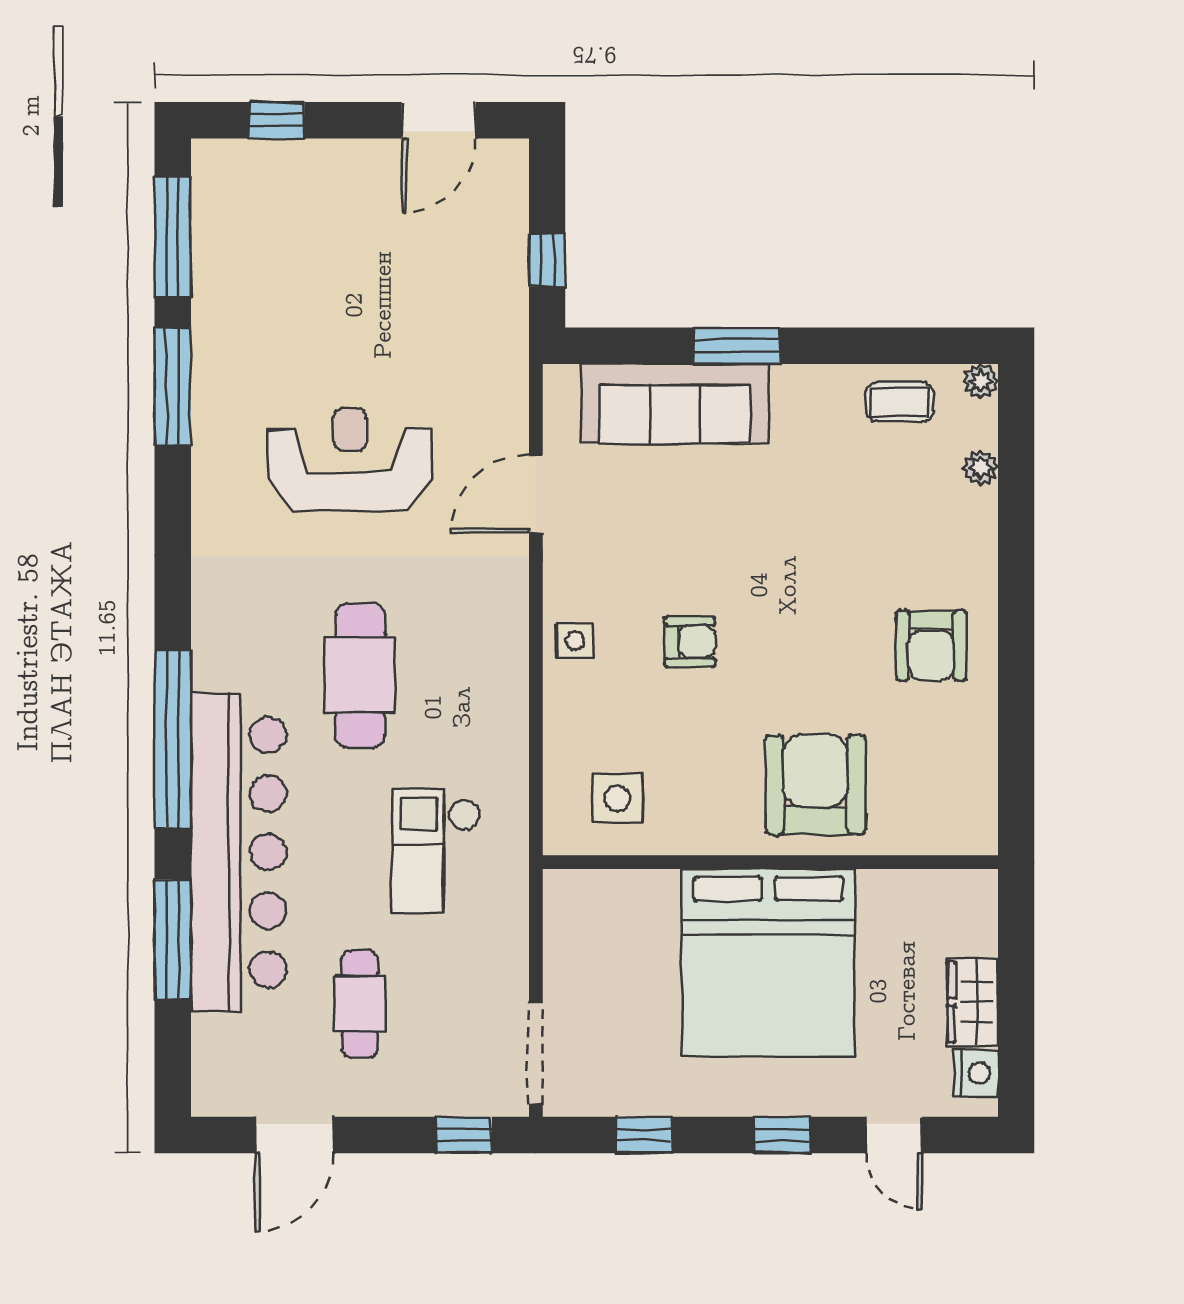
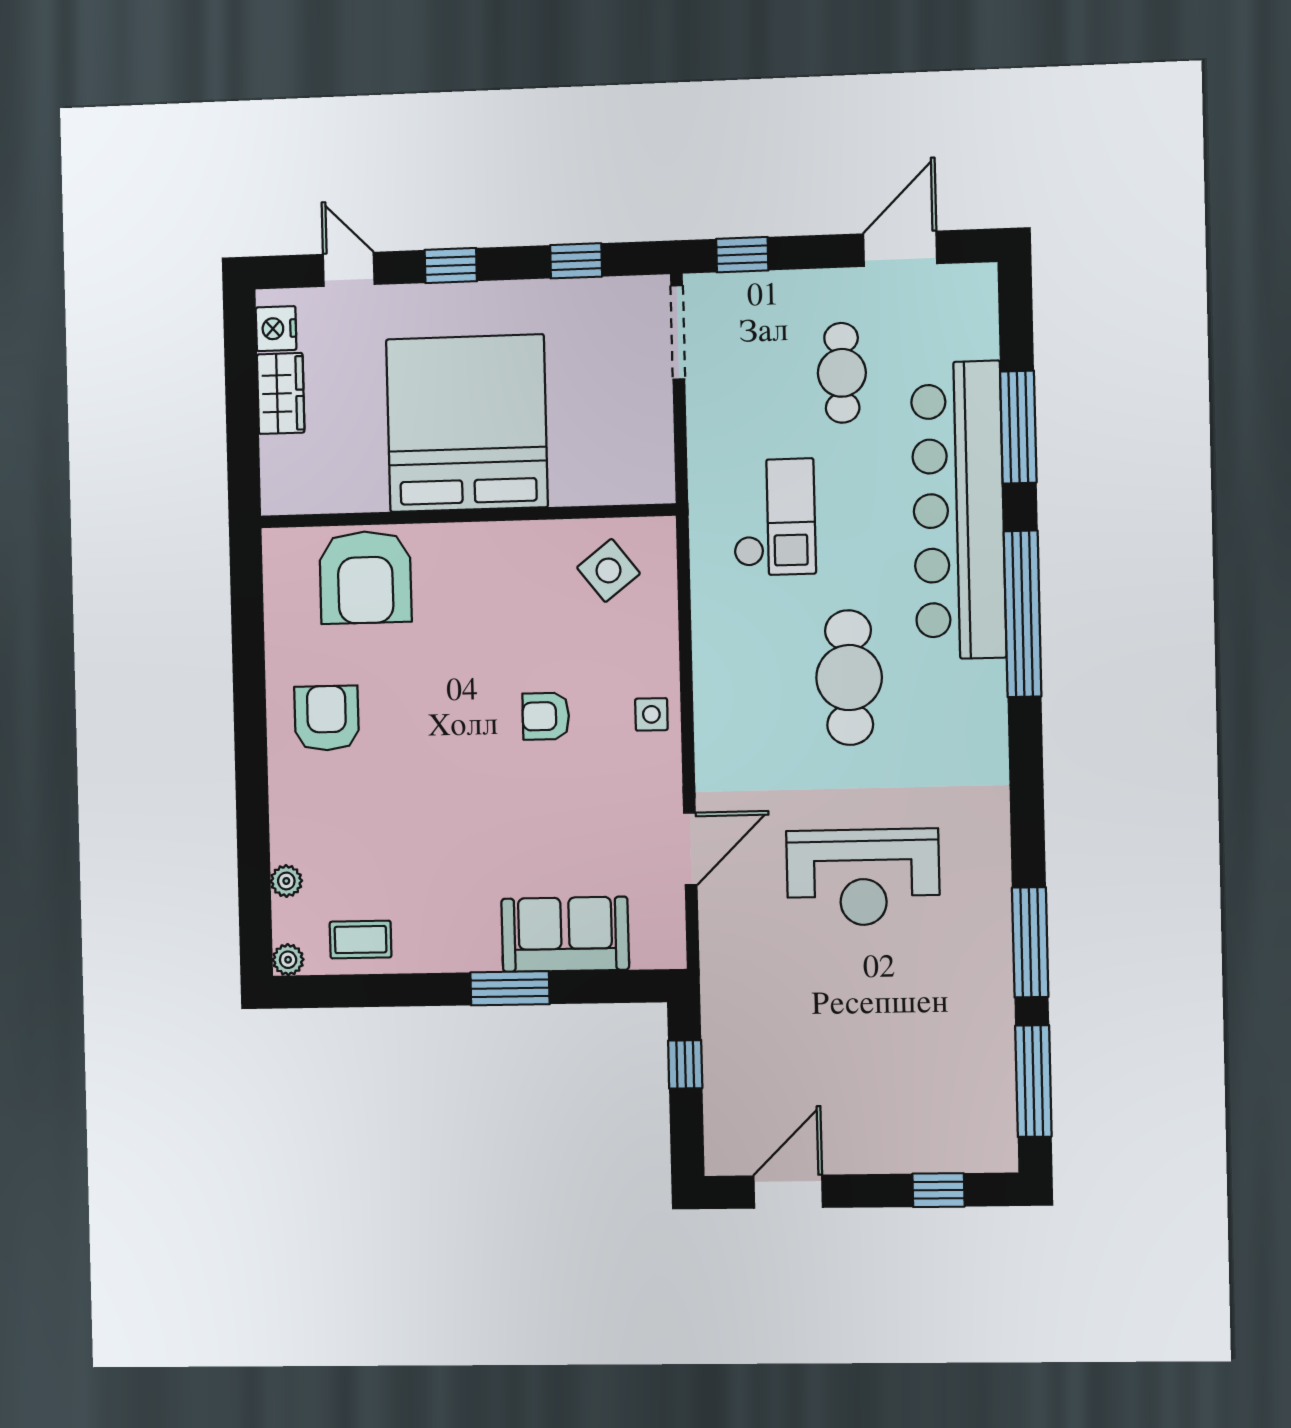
sofa: (674, 404) -> (565, 934), width x0.73
armchair: (816, 785) -> (365, 577), moved
side table: (617, 798) -> (608, 570), turned -38

